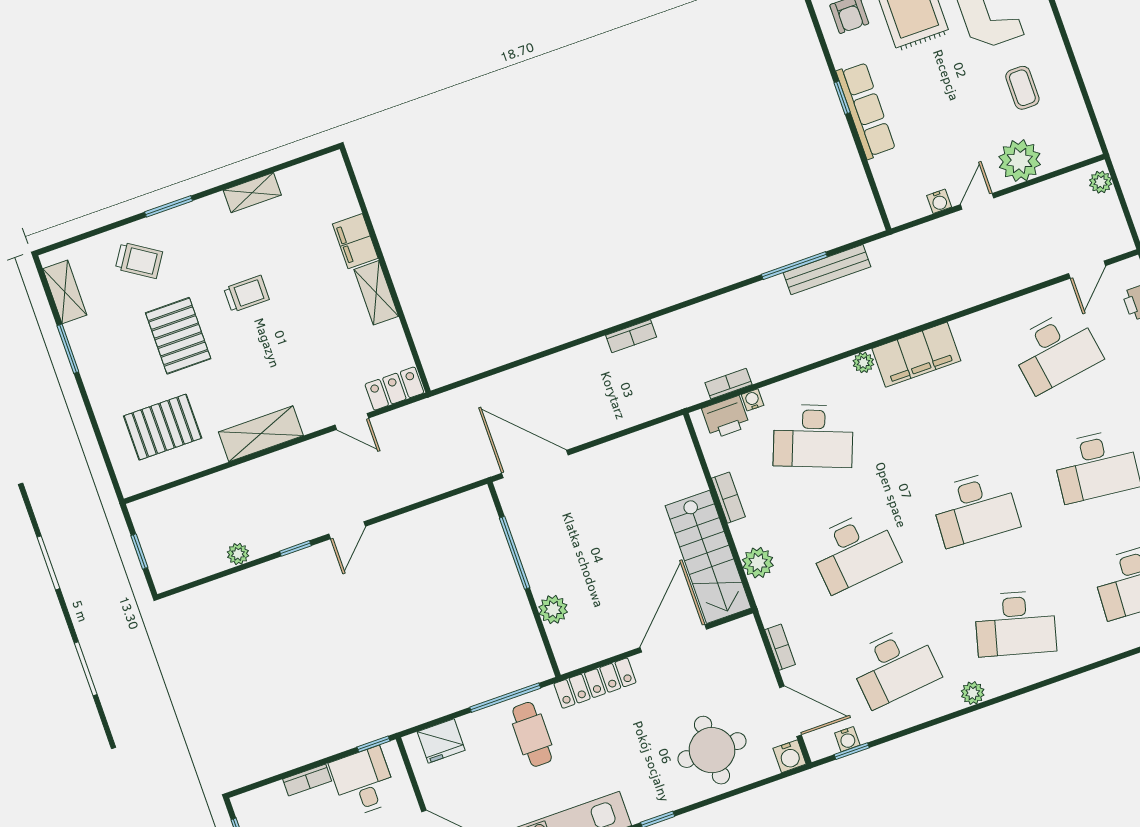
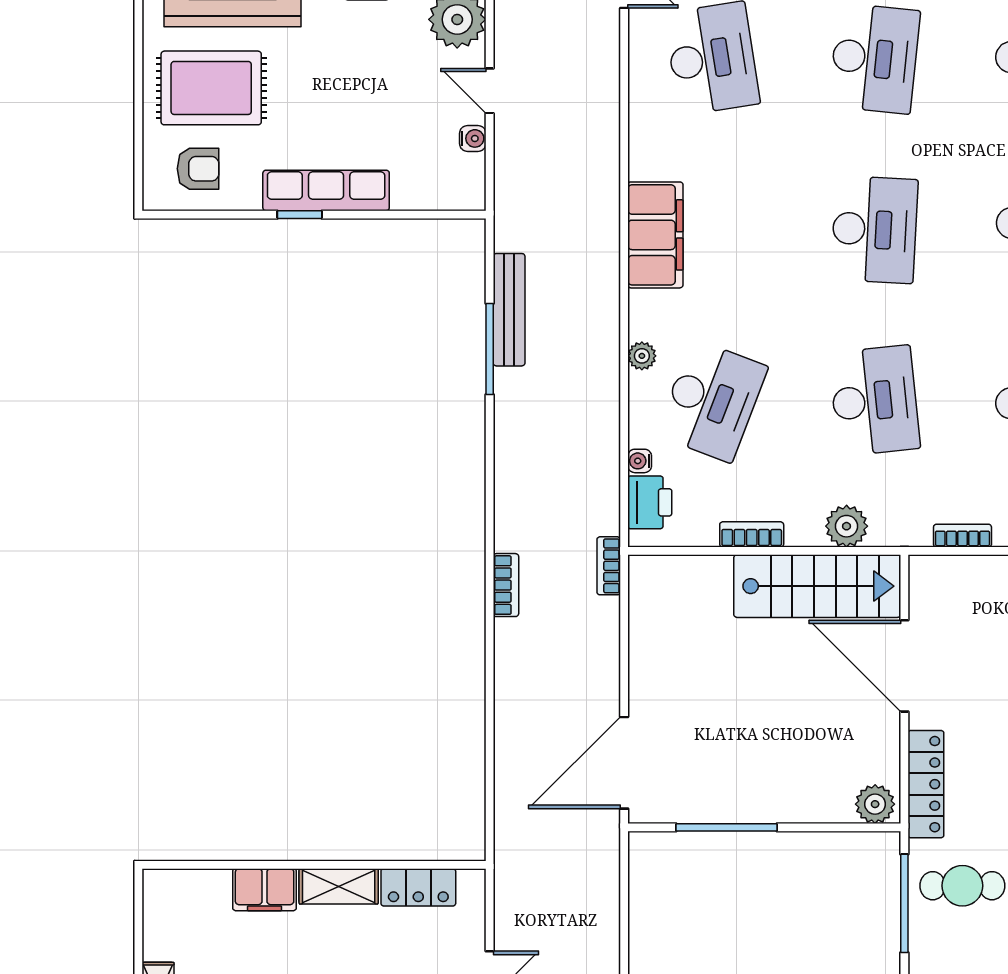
plant: (863, 363) -> (642, 356), moved
bookcase: (728, 384) -> (609, 566), moved
locker: (394, 389) -> (418, 887), moved, turned -90
plant: (553, 609) -> (875, 804), moved

